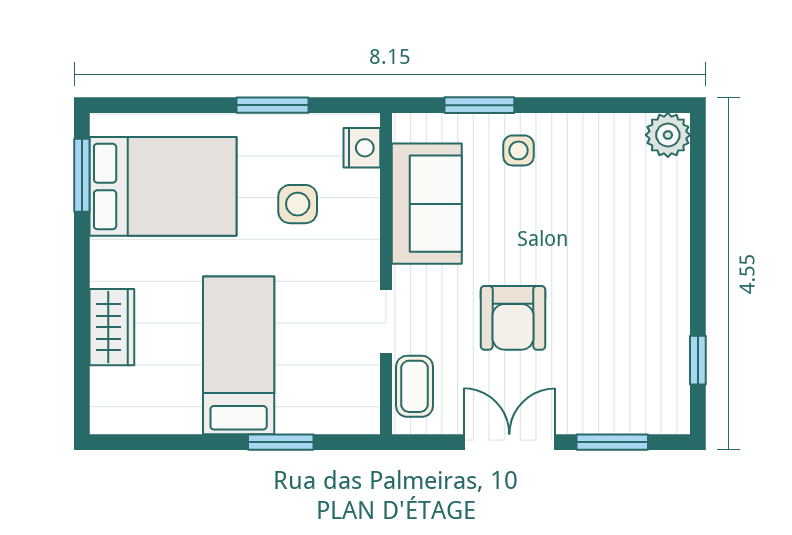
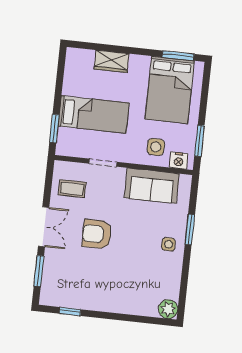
nightstand: (362, 148) -> (179, 161), moved
sofa: (427, 204) -> (152, 186), moved
wall: (386, 274) -> (124, 165), moved
doorway: (386, 322) -> (103, 163), moved

